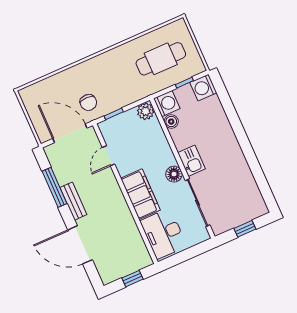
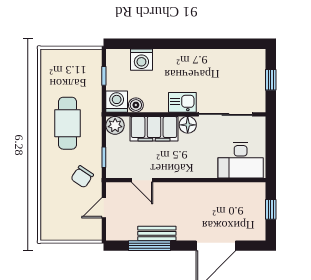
cafe table: (161, 59) -> (68, 123), moved
washing machine: (203, 88) -> (141, 60), moved
chair: (88, 102) -> (82, 177), turned 124
door: (70, 133) -> (104, 208), width x0.53
filing cabinet: (140, 194) -> (154, 129), moved, turned 180
bench: (73, 201) -> (157, 233), moved

